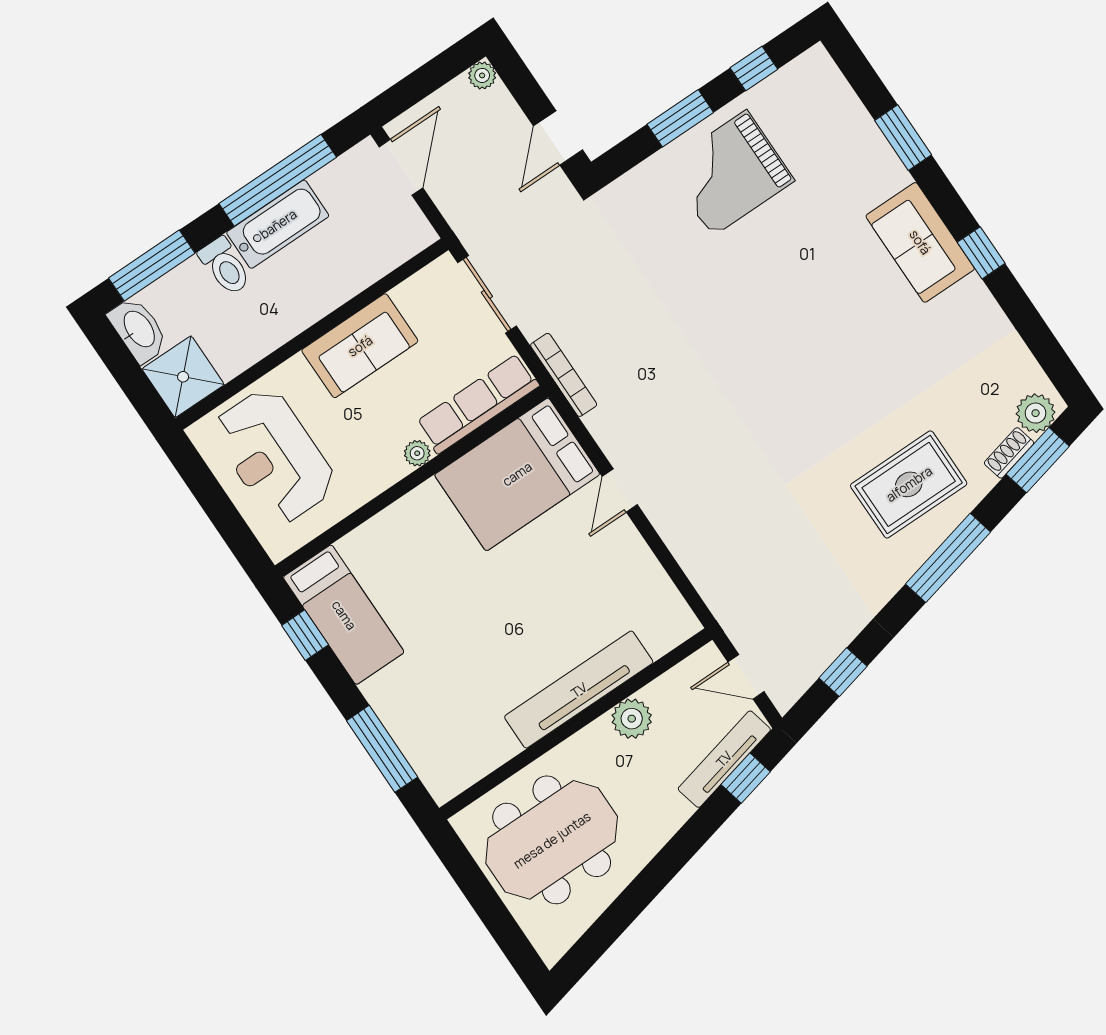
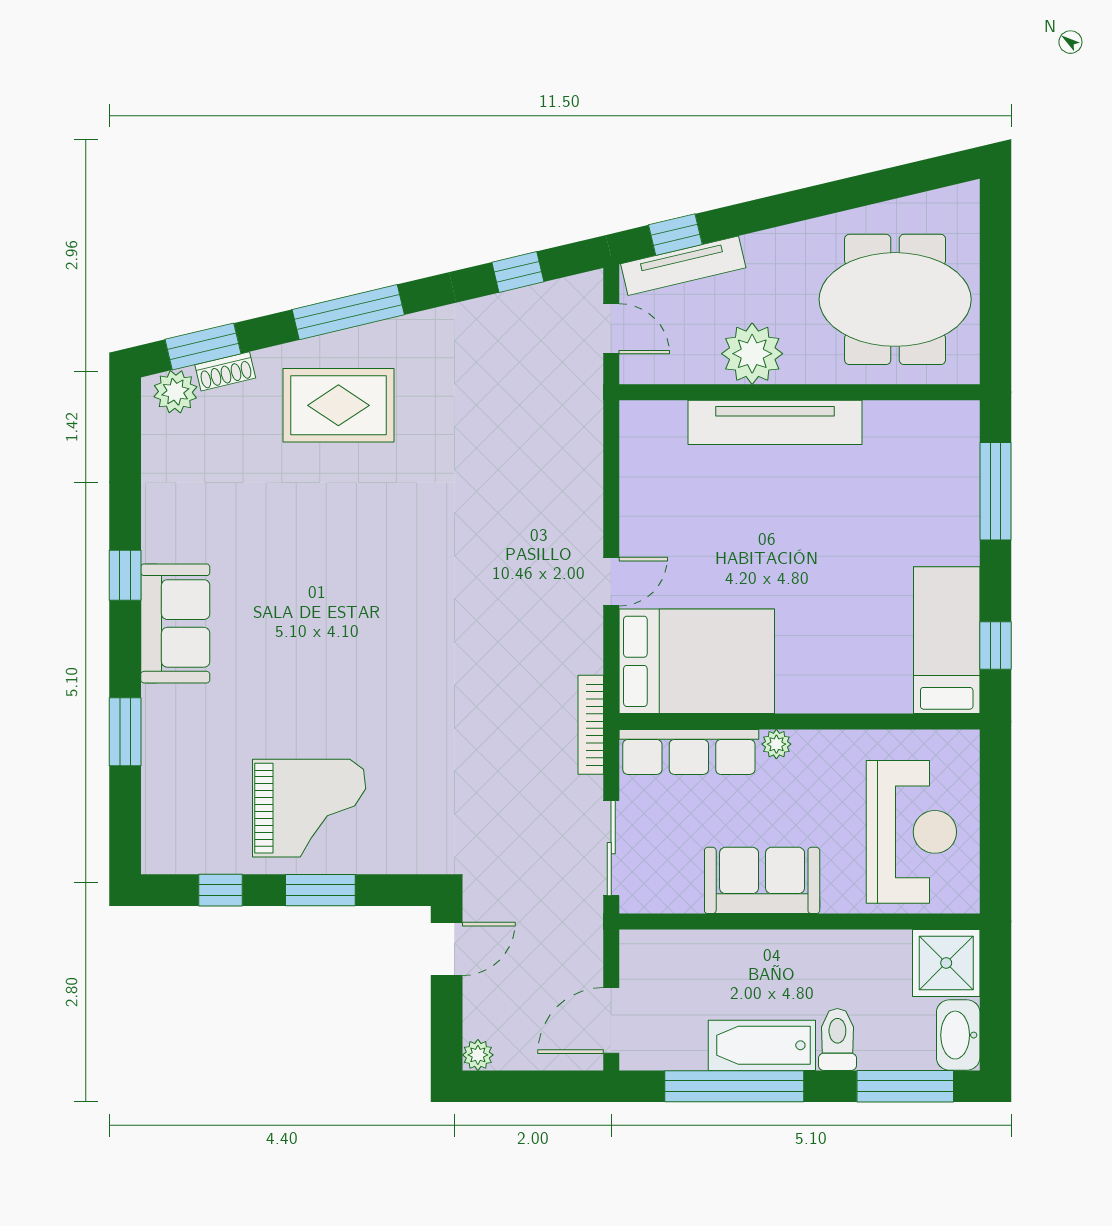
plant: (632, 719) -> (752, 354), width x1.36, depth x1.36

